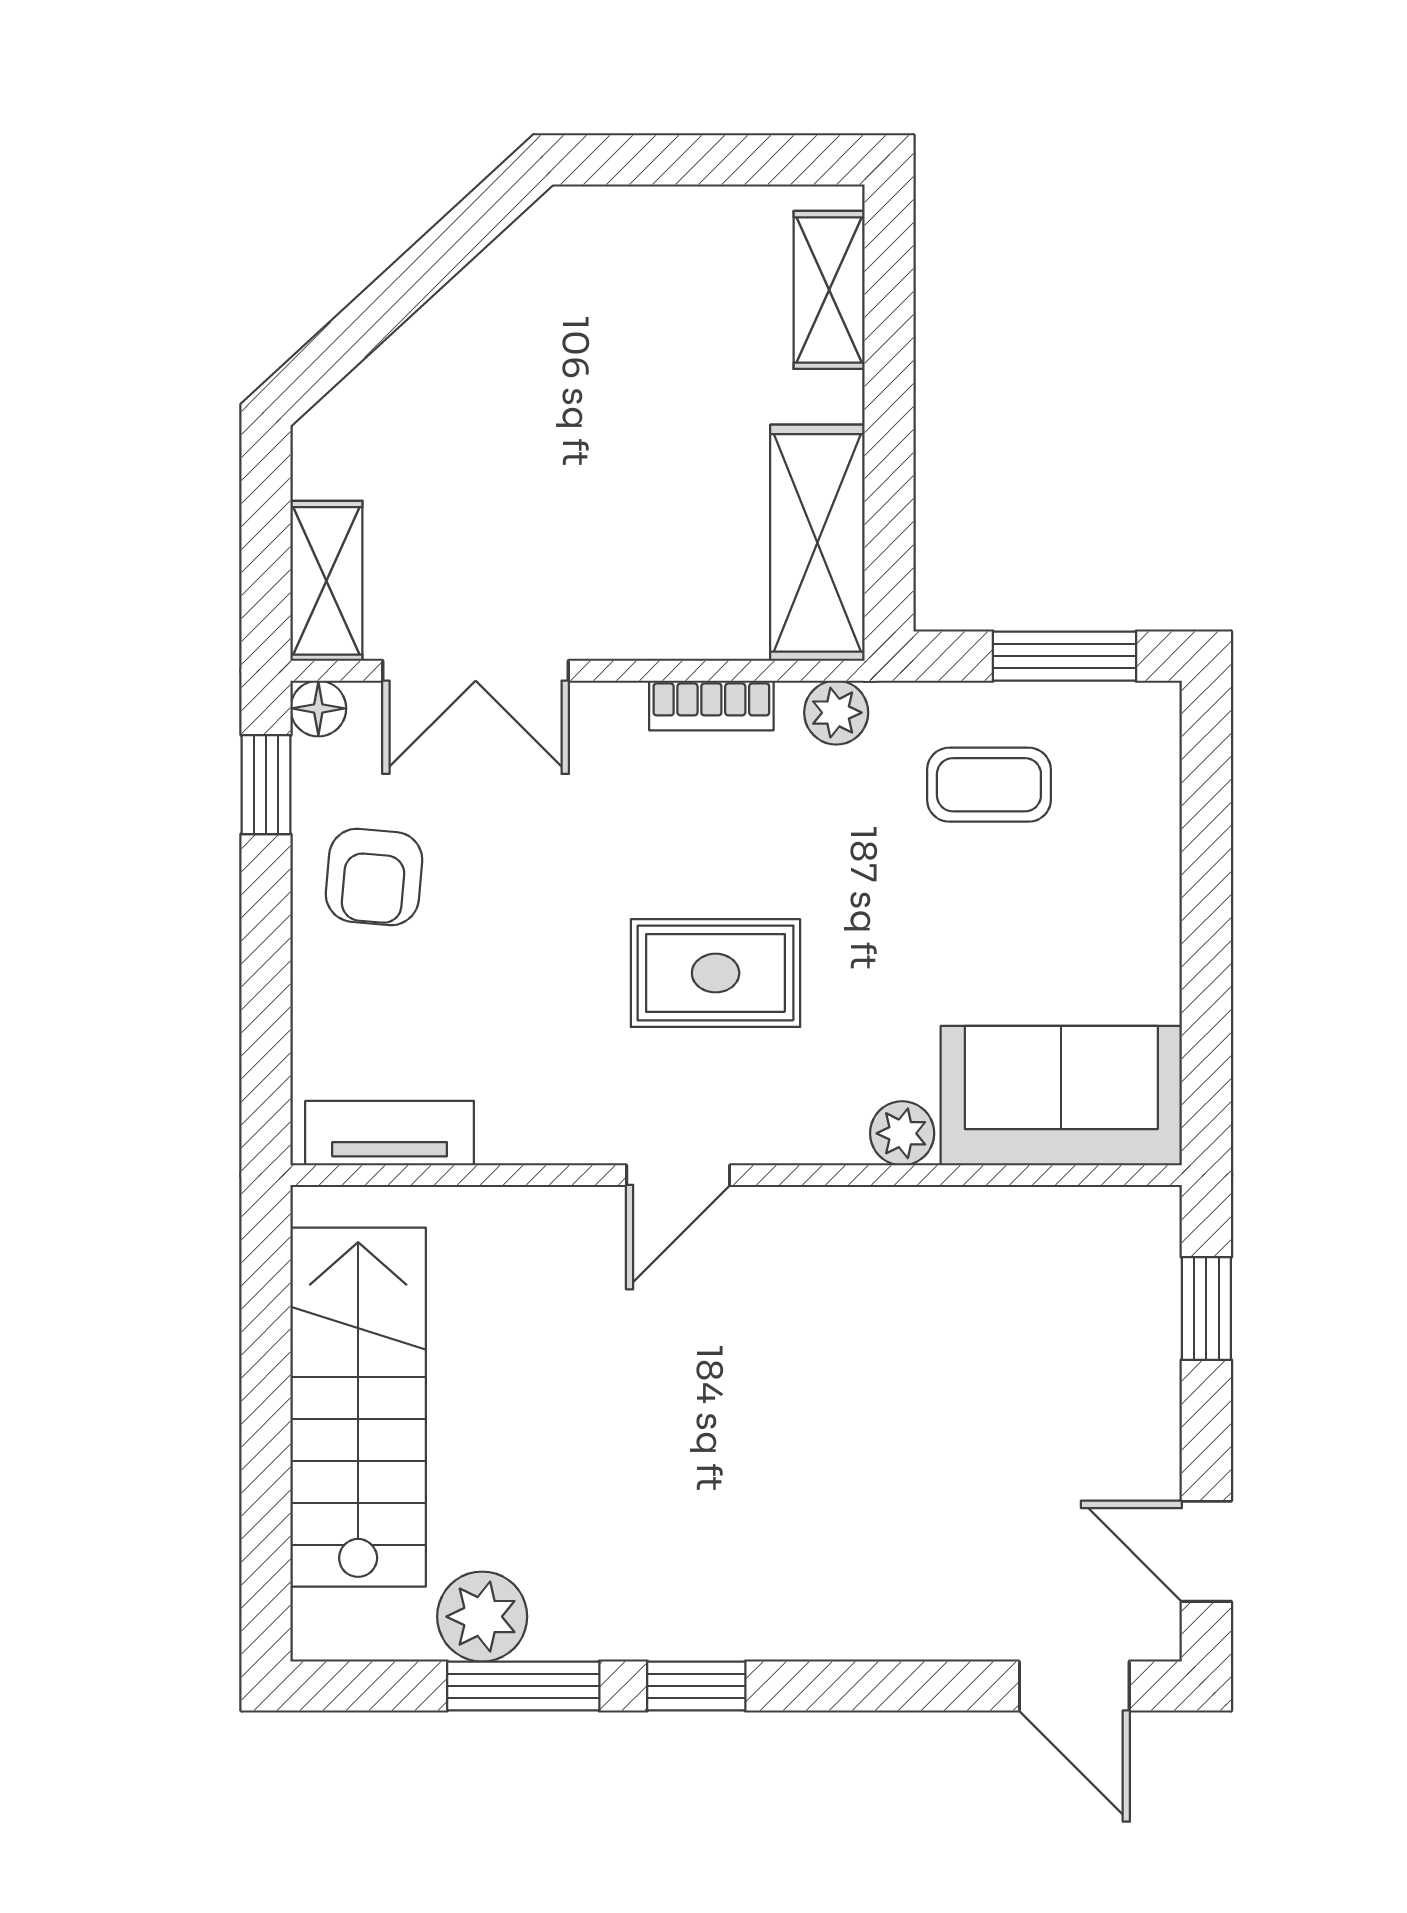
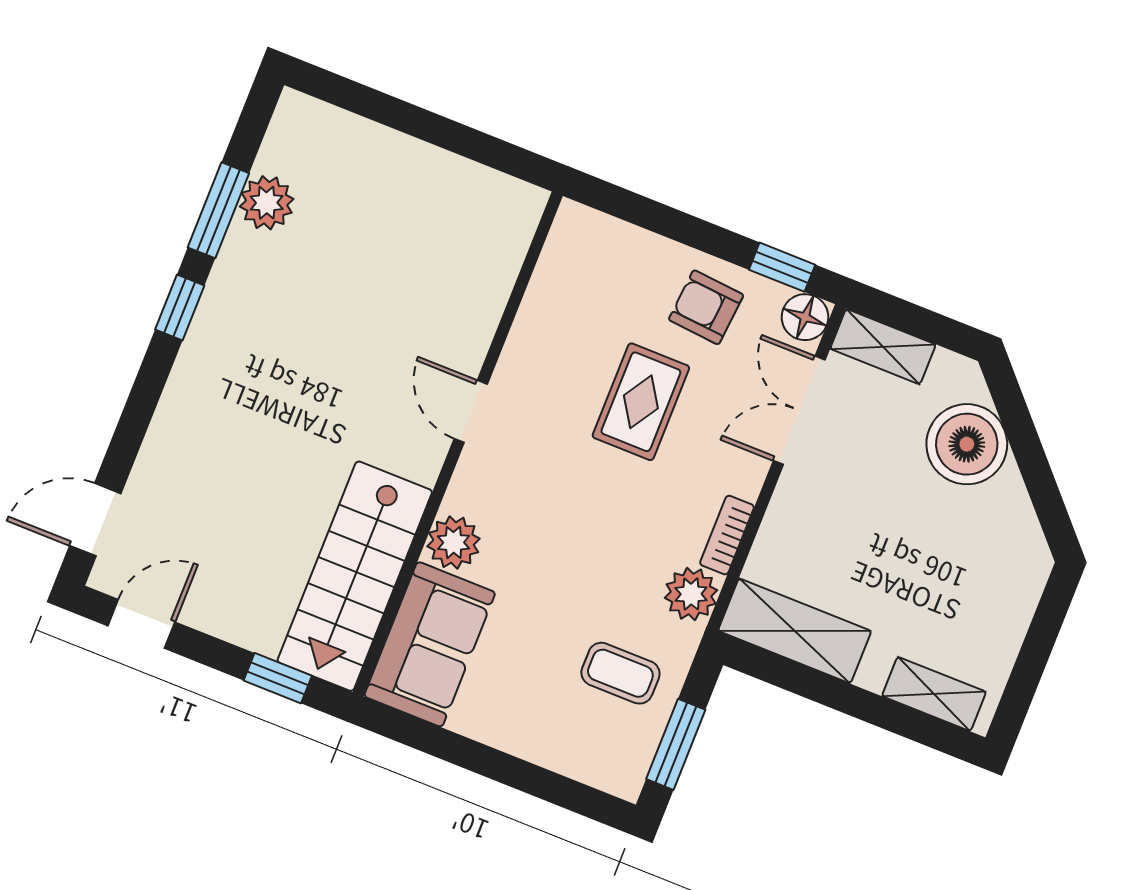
boiler: (425, 392) -> (967, 444), added
floor lamp: (318, 708) -> (805, 317), width x1.37, depth x1.37
plant: (836, 713) -> (691, 594), width x1.38, depth x1.38
coffee table: (989, 785) -> (620, 673), turned 90
rug: (716, 973) -> (641, 402), moved
tv unit: (390, 1133) -> (559, 259), removed
plant: (902, 1133) -> (454, 542), width x1.38, depth x1.38
stairs: (358, 1407) -> (355, 576), moved, turned 90

